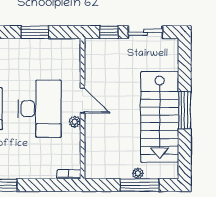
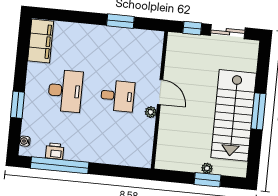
desk: (39, 109) -> (118, 96), width x0.53, depth x0.77
bookcase: (69, 174) -> (140, 163), removed
window: (140, 185) -> (208, 180), width x0.69

